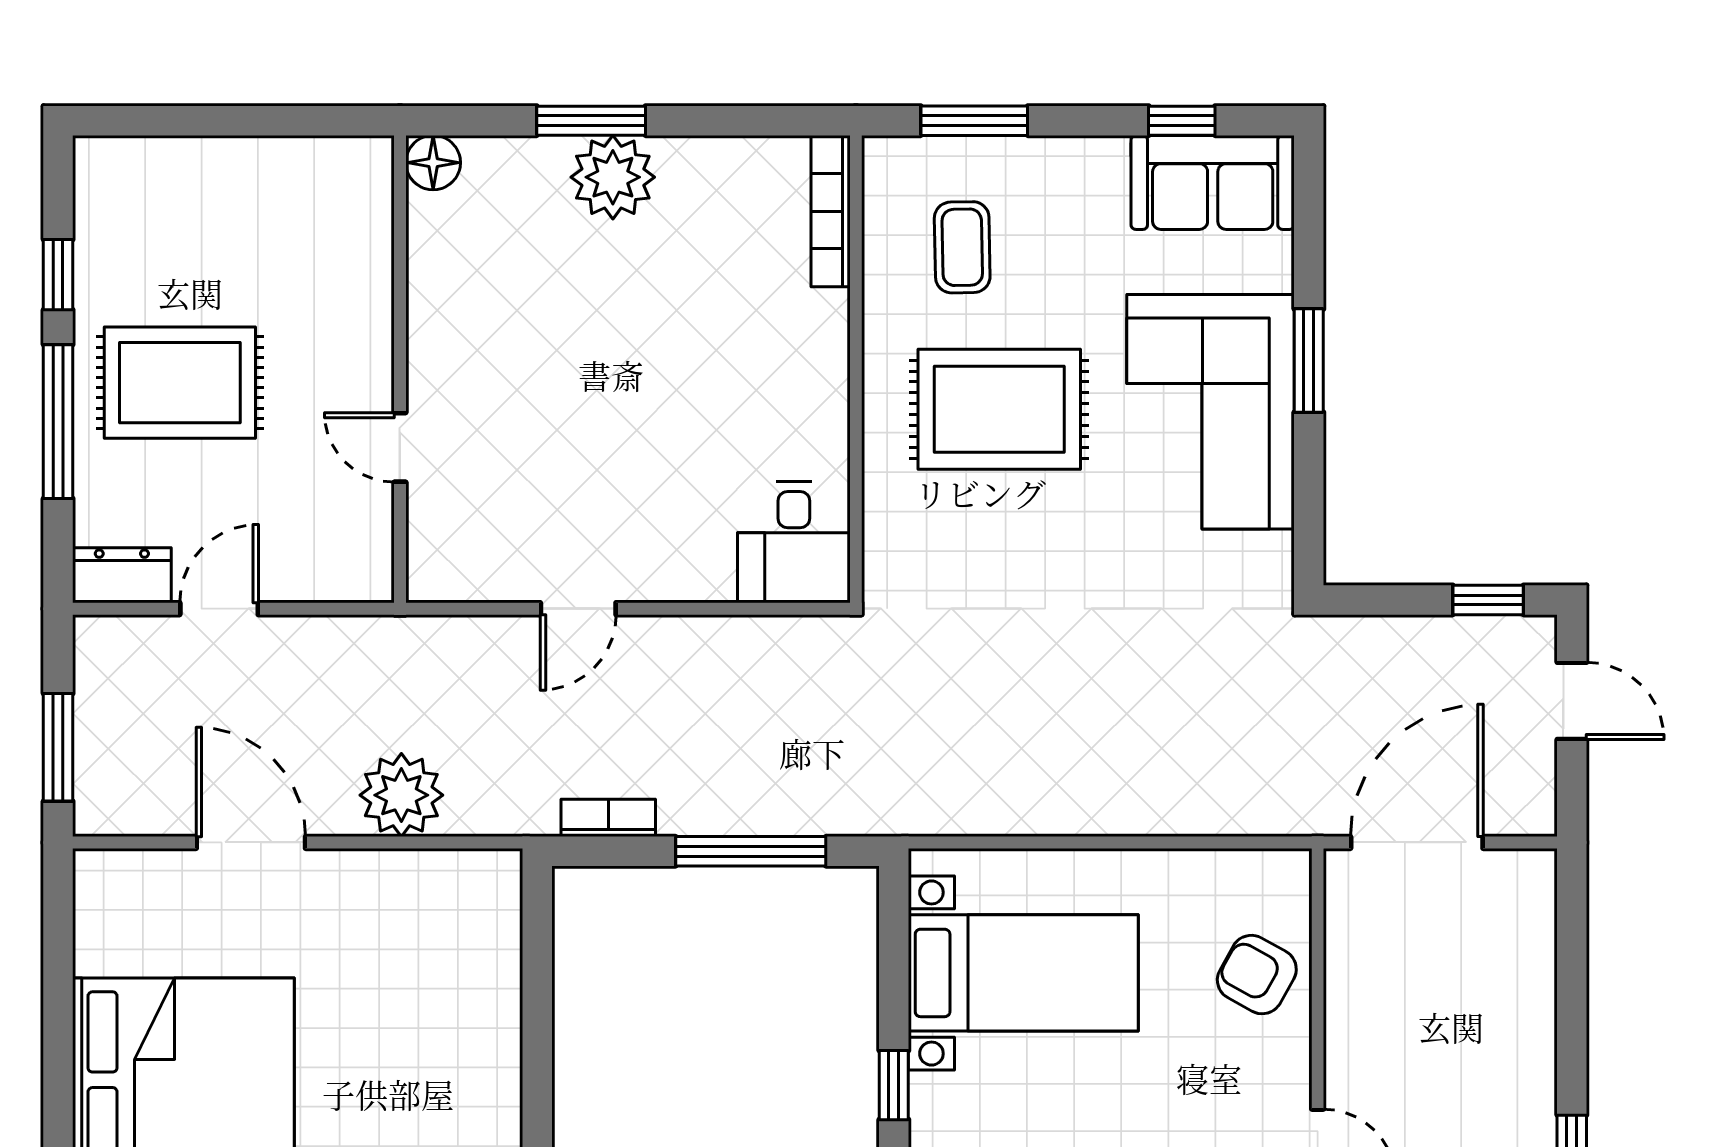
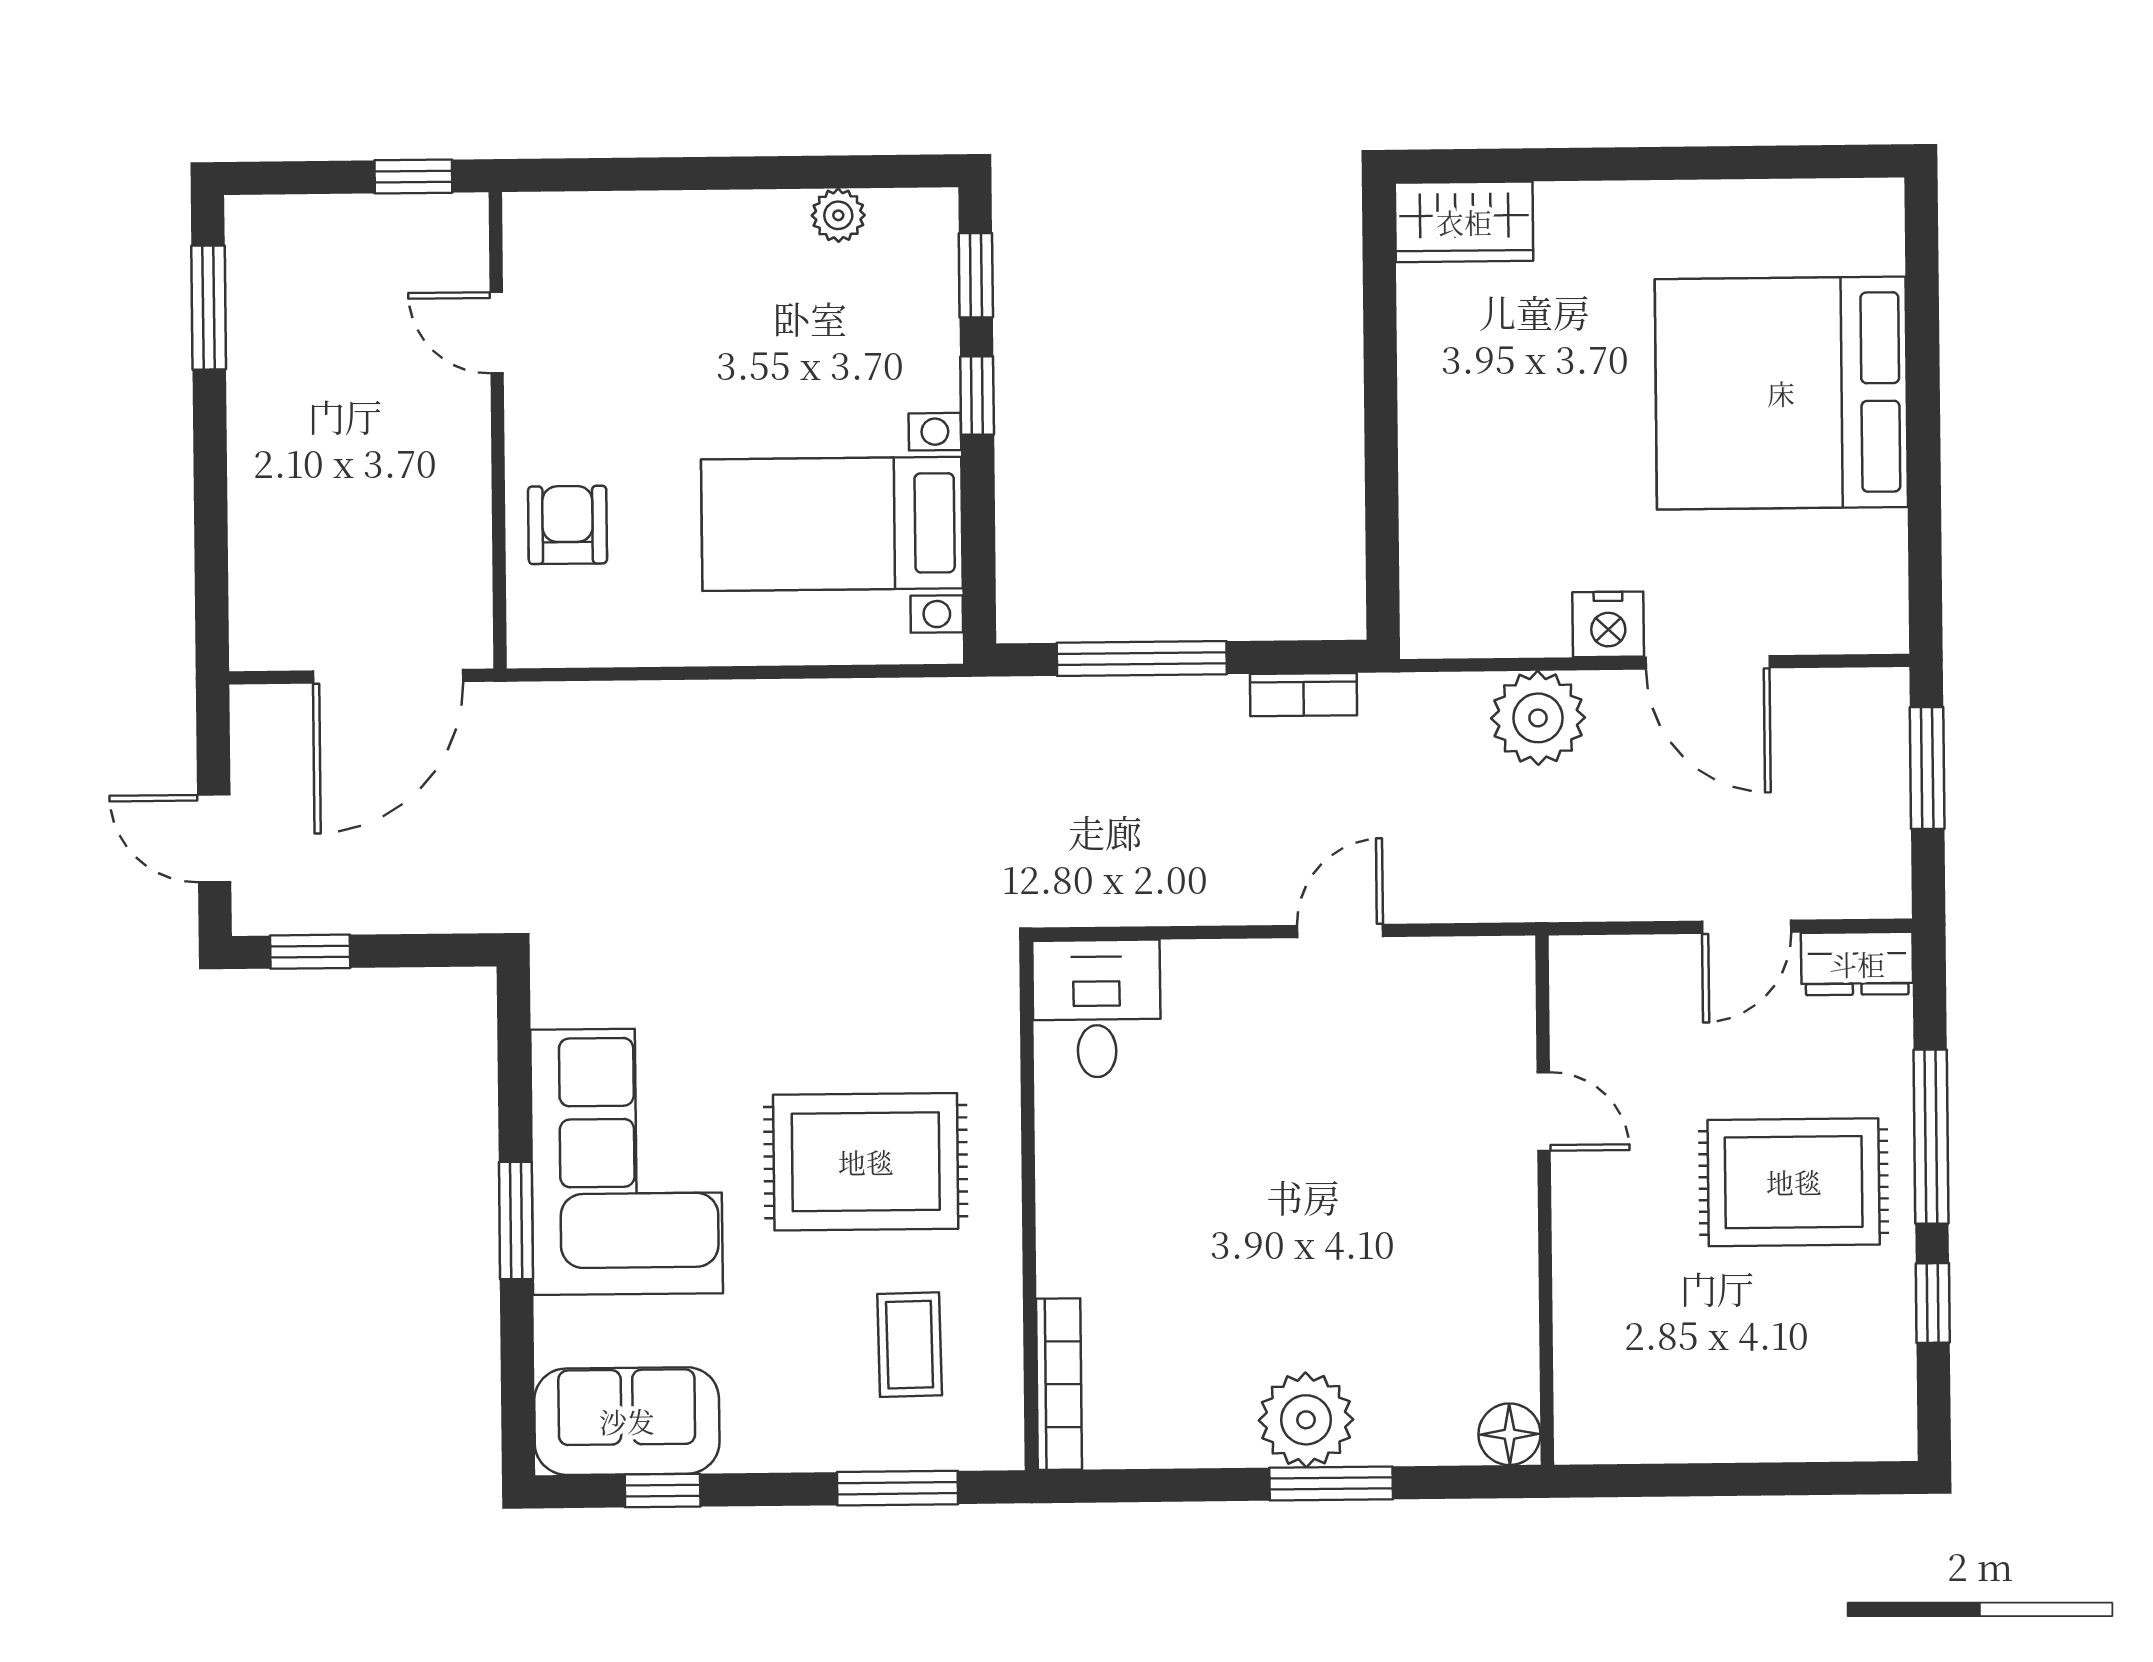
nightstand: (338, 877) -> (1608, 624), added
armchair: (1257, 975) -> (568, 525), turned -119

